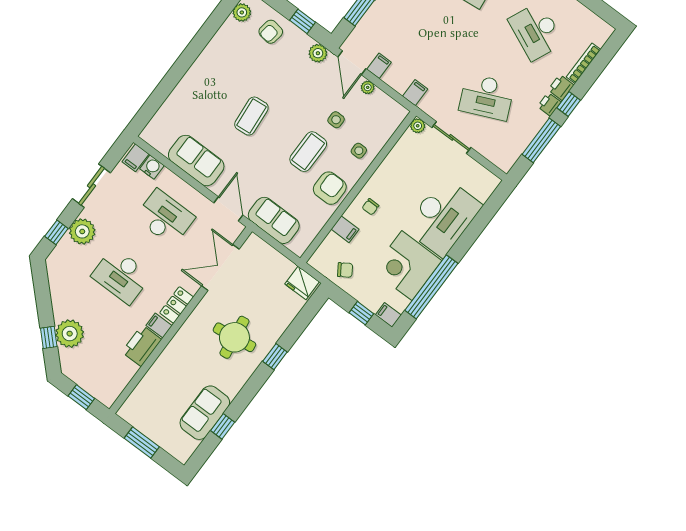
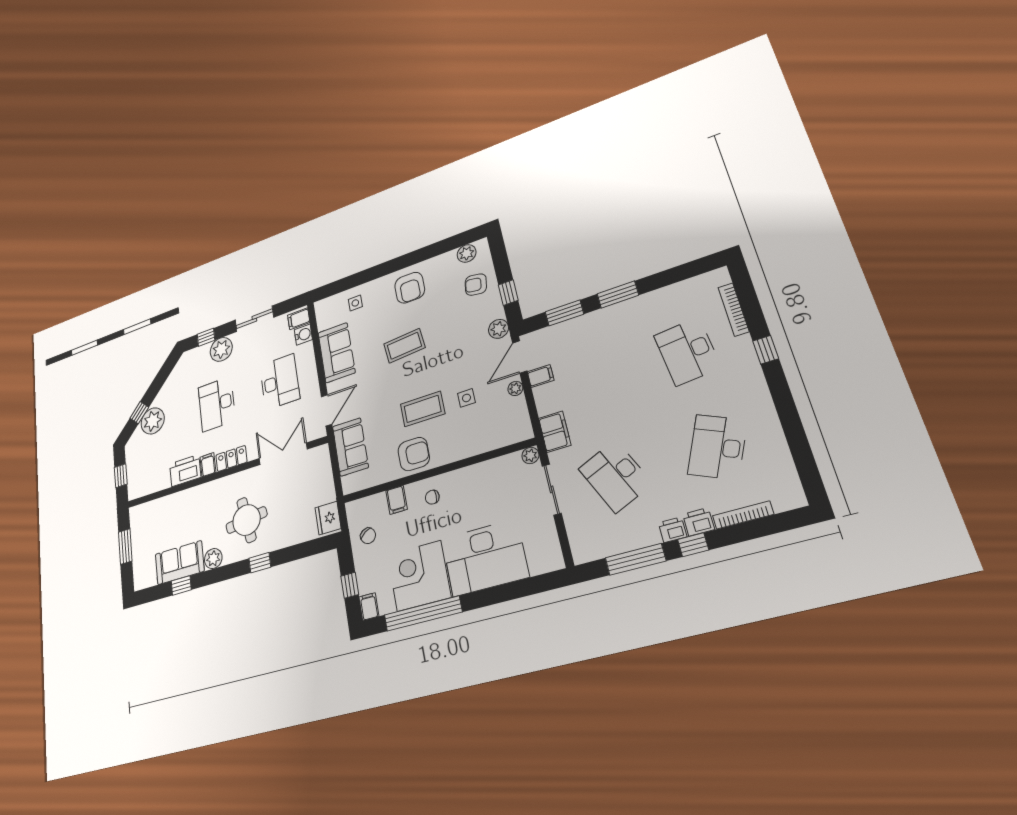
armchair: (216, 69) -> (410, 288), added
filing cabinet: (415, 93) -> (555, 432), width x2.00
side table: (359, 151) -> (355, 303), moved
plant: (232, 386) -> (213, 559), added

